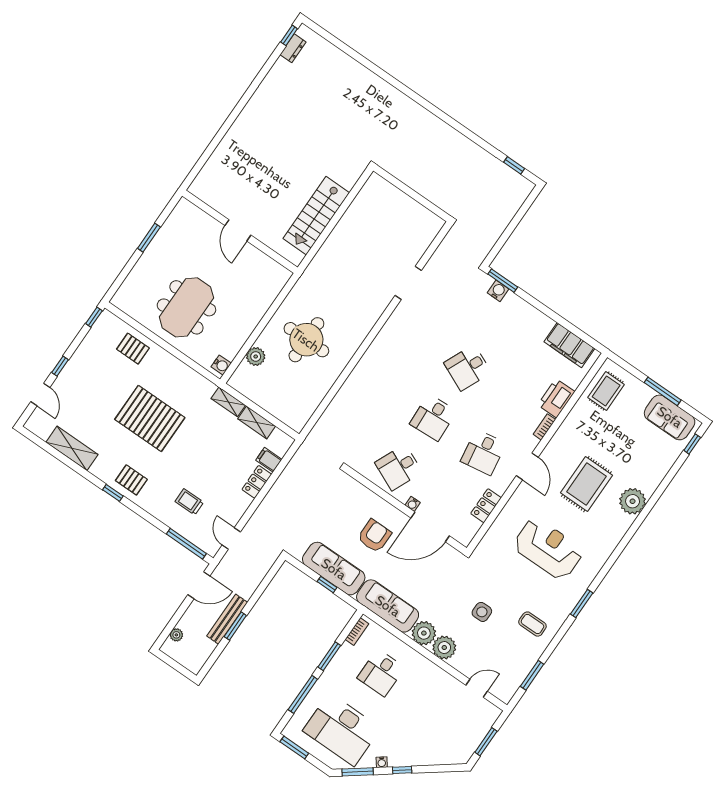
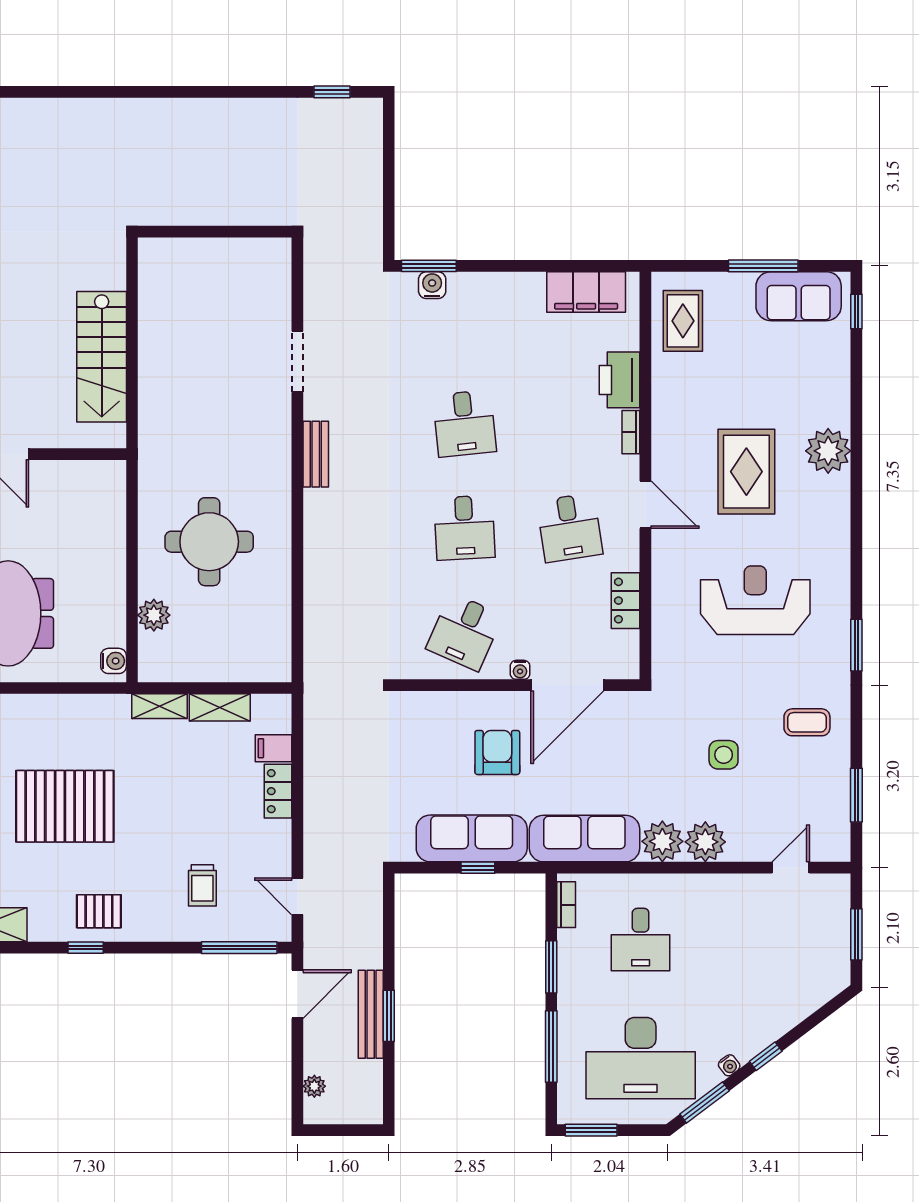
bench: (386, 333) -> (316, 454), added
desk: (468, 368) -> (465, 423), turned -30
trolley: (189, 502) -> (202, 885), turned -90

